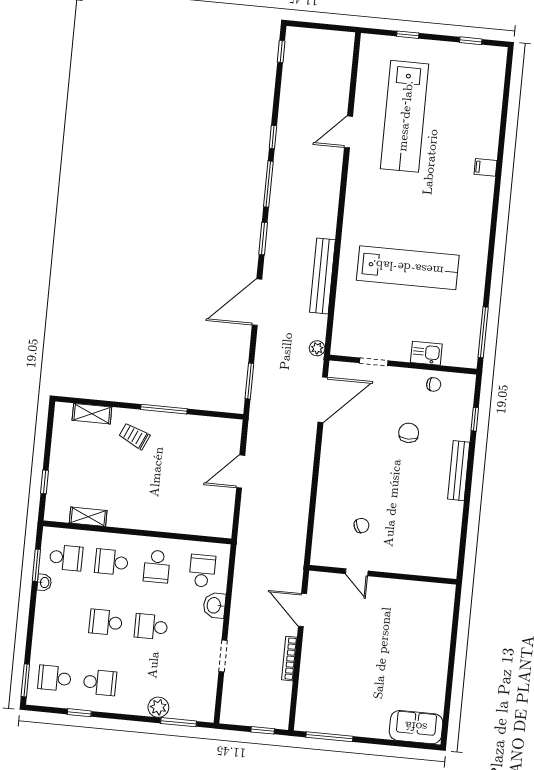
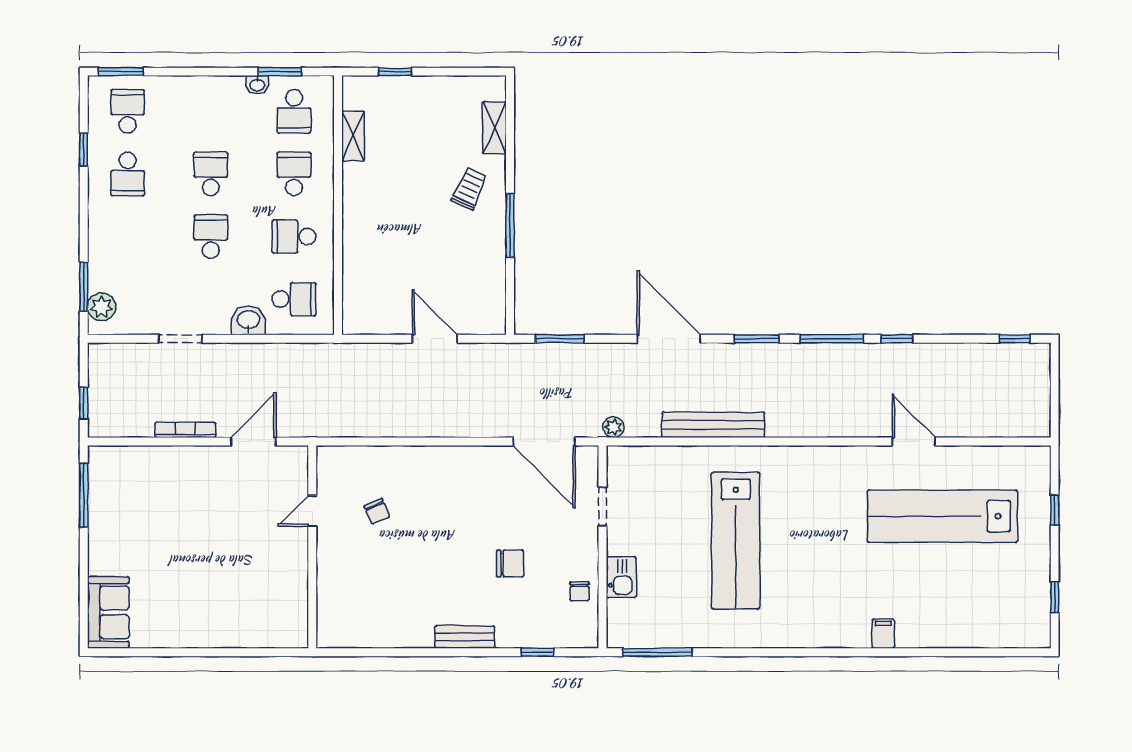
bench: (459, 471) -> (465, 637), width x0.73
plant: (158, 707) -> (102, 307), moved

